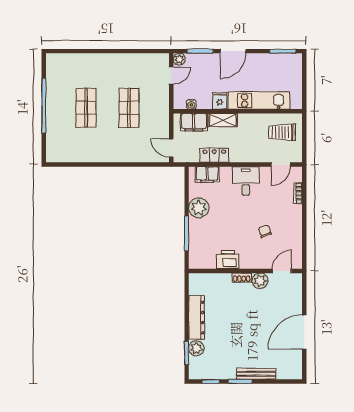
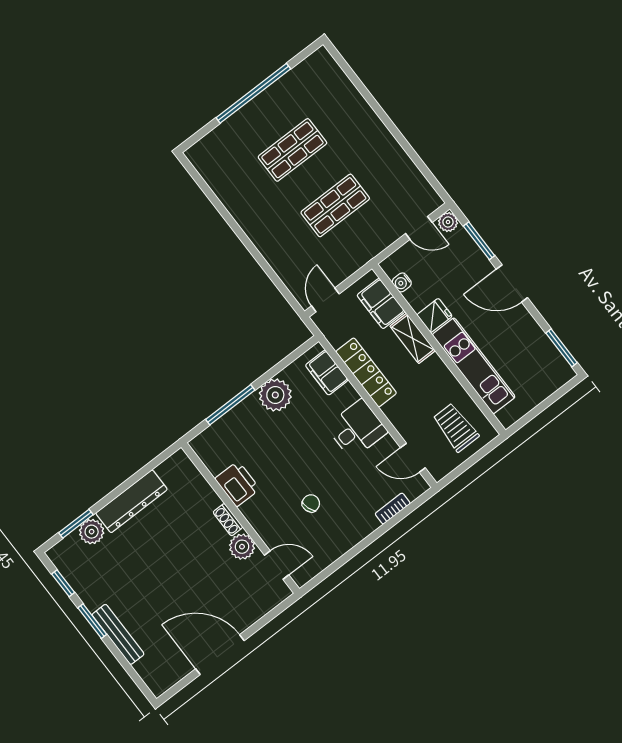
locker: (214, 155) -> (366, 372), width x1.53

